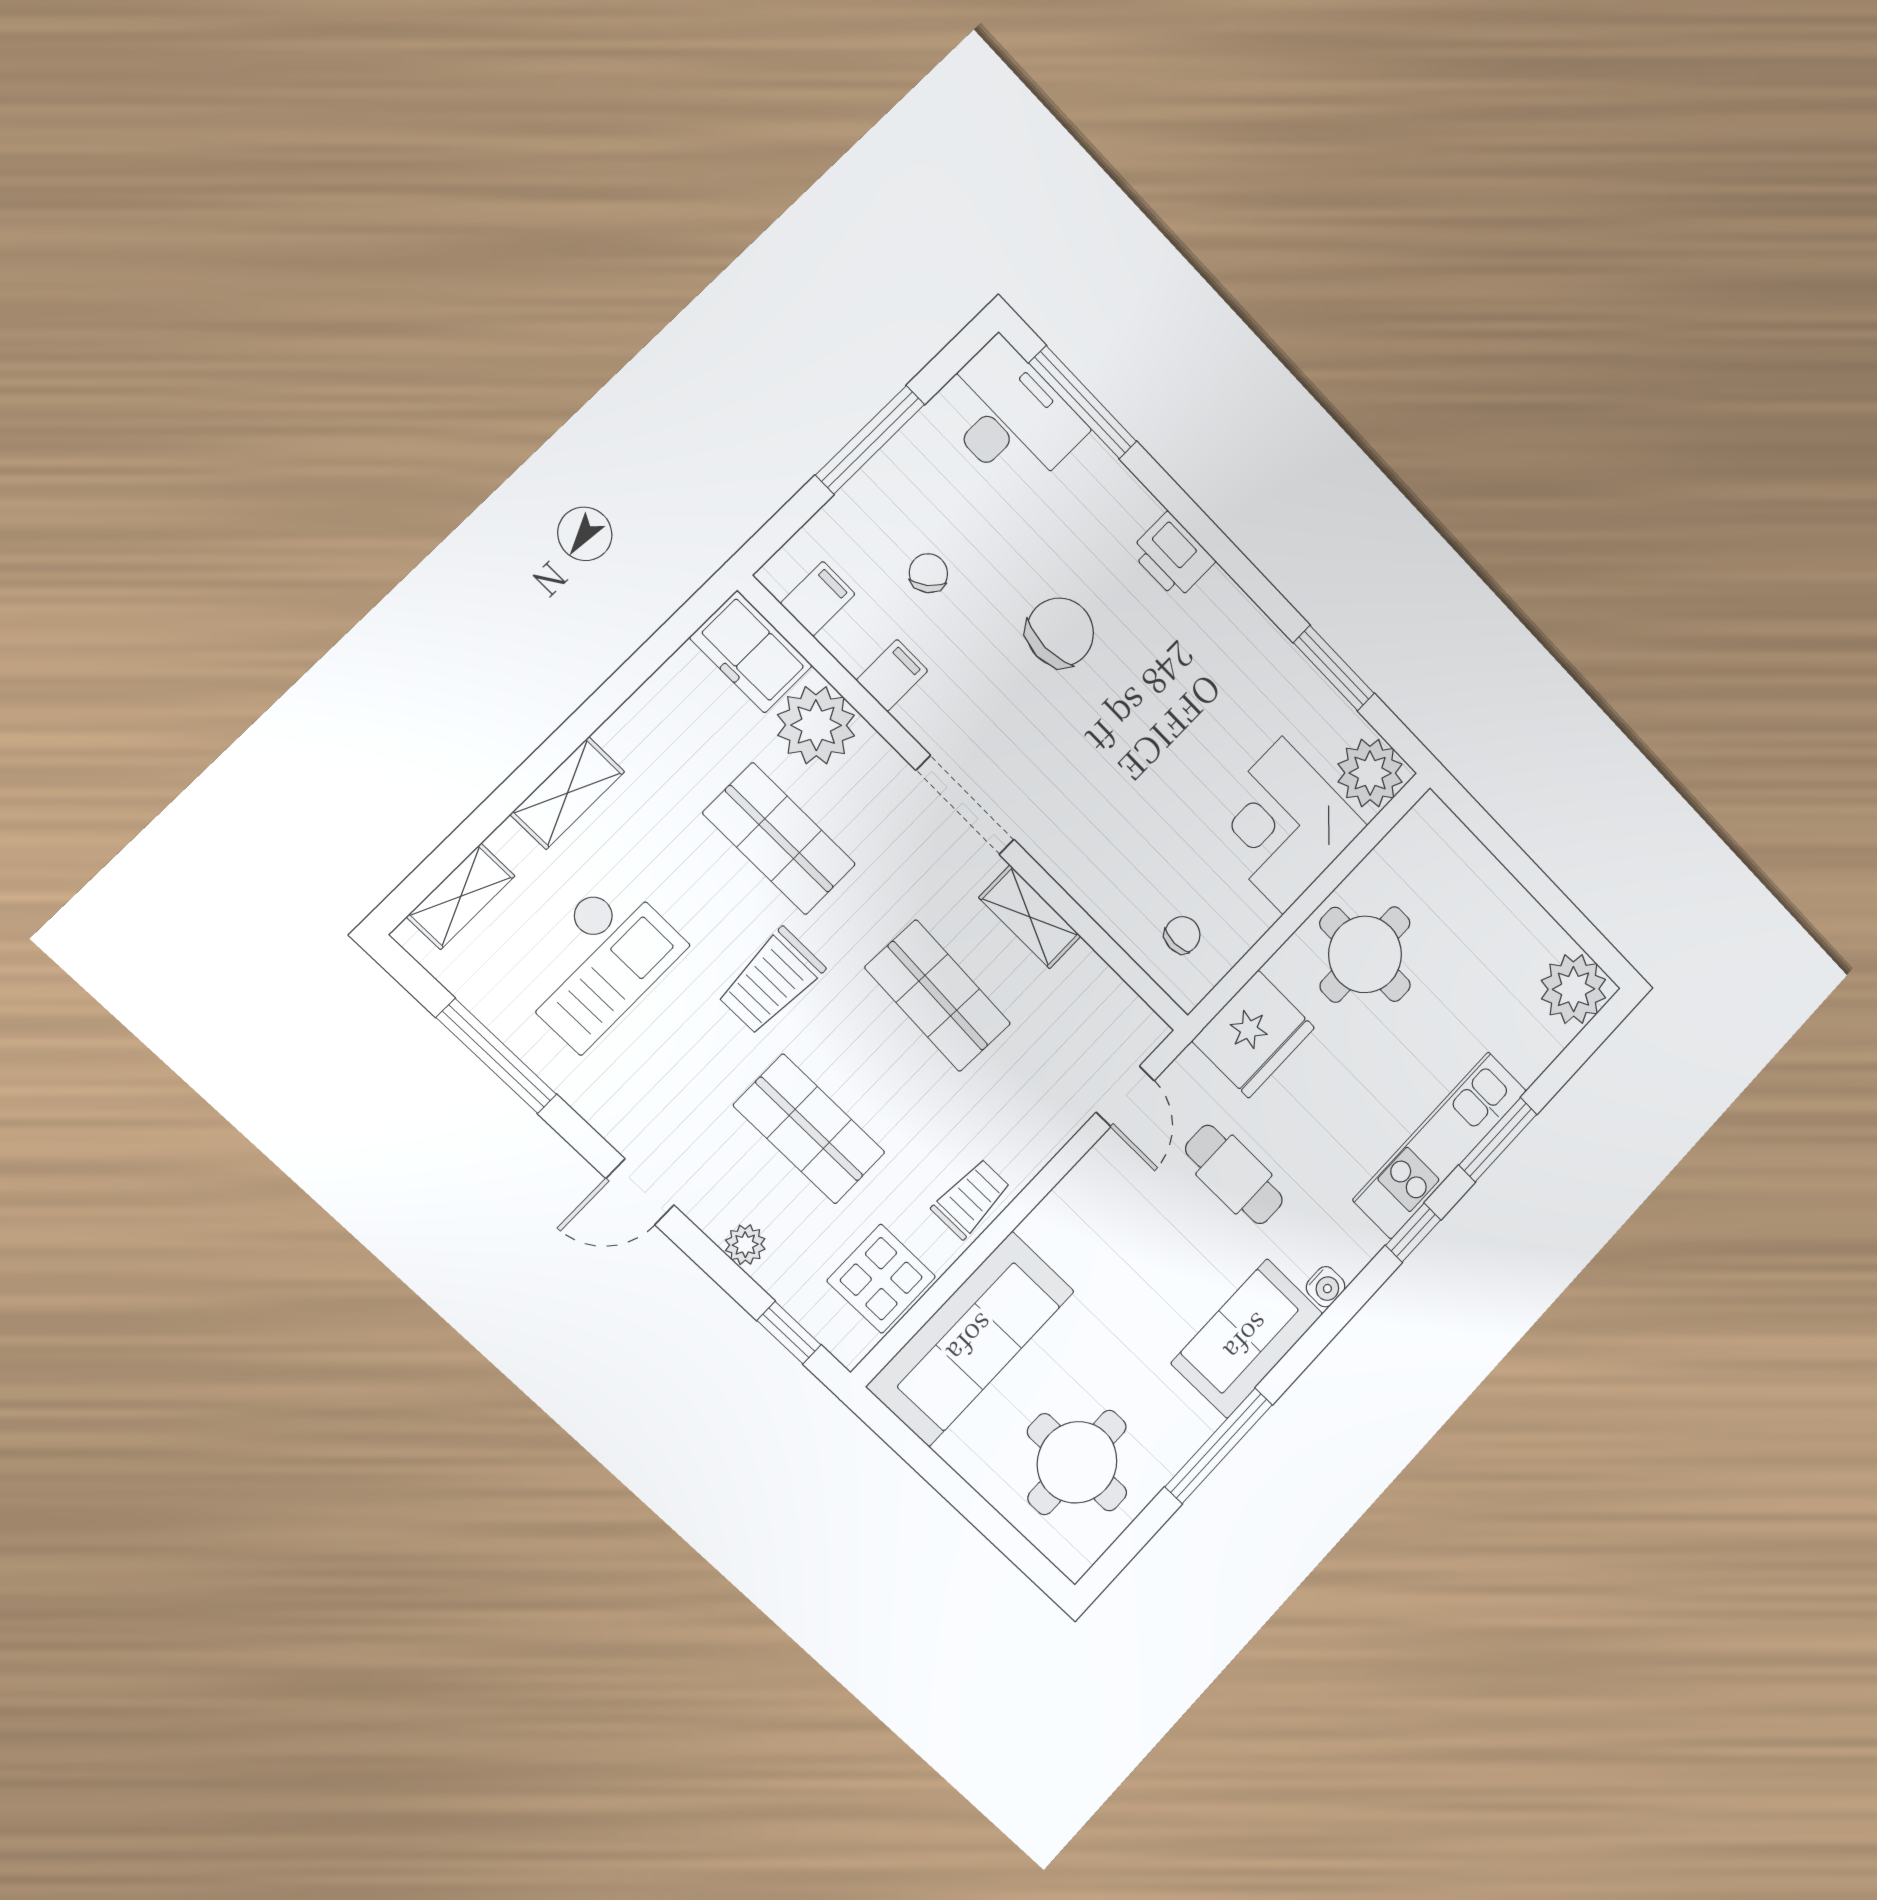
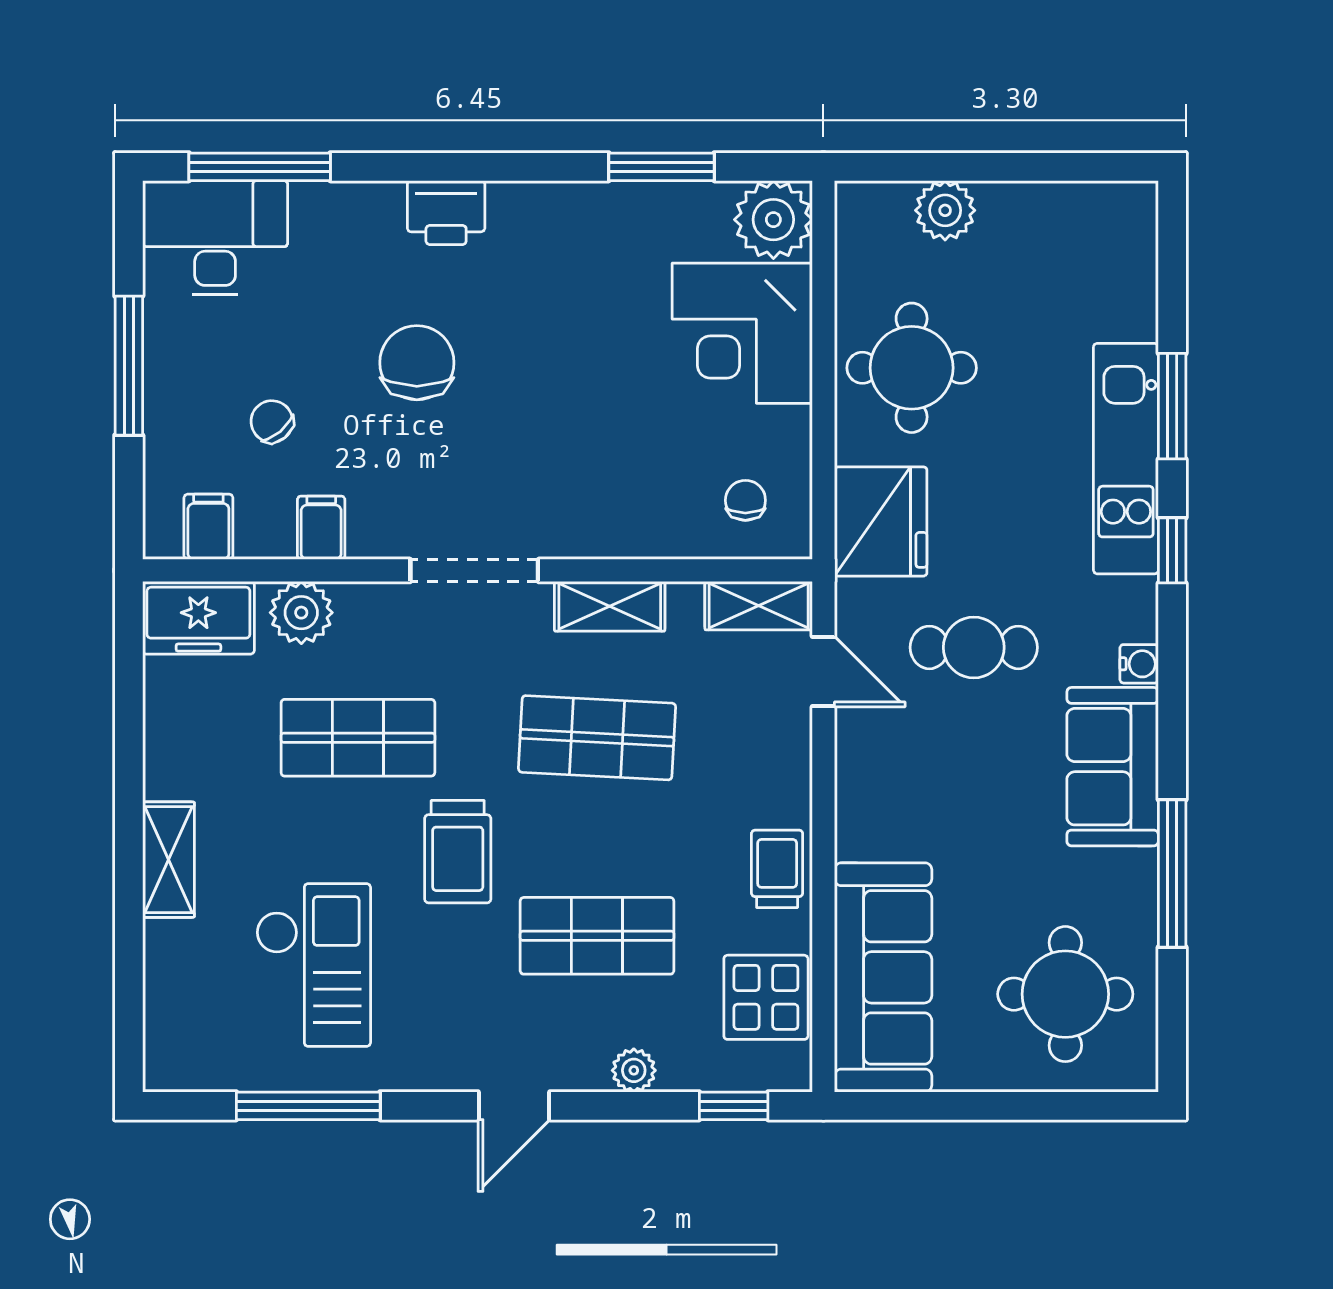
plant: (816, 725) -> (301, 613), width x0.73, depth x0.73
shelving: (461, 896) -> (759, 606), moved, turned 90
plant: (1574, 989) -> (945, 210), moved, width x0.73, depth x0.73

